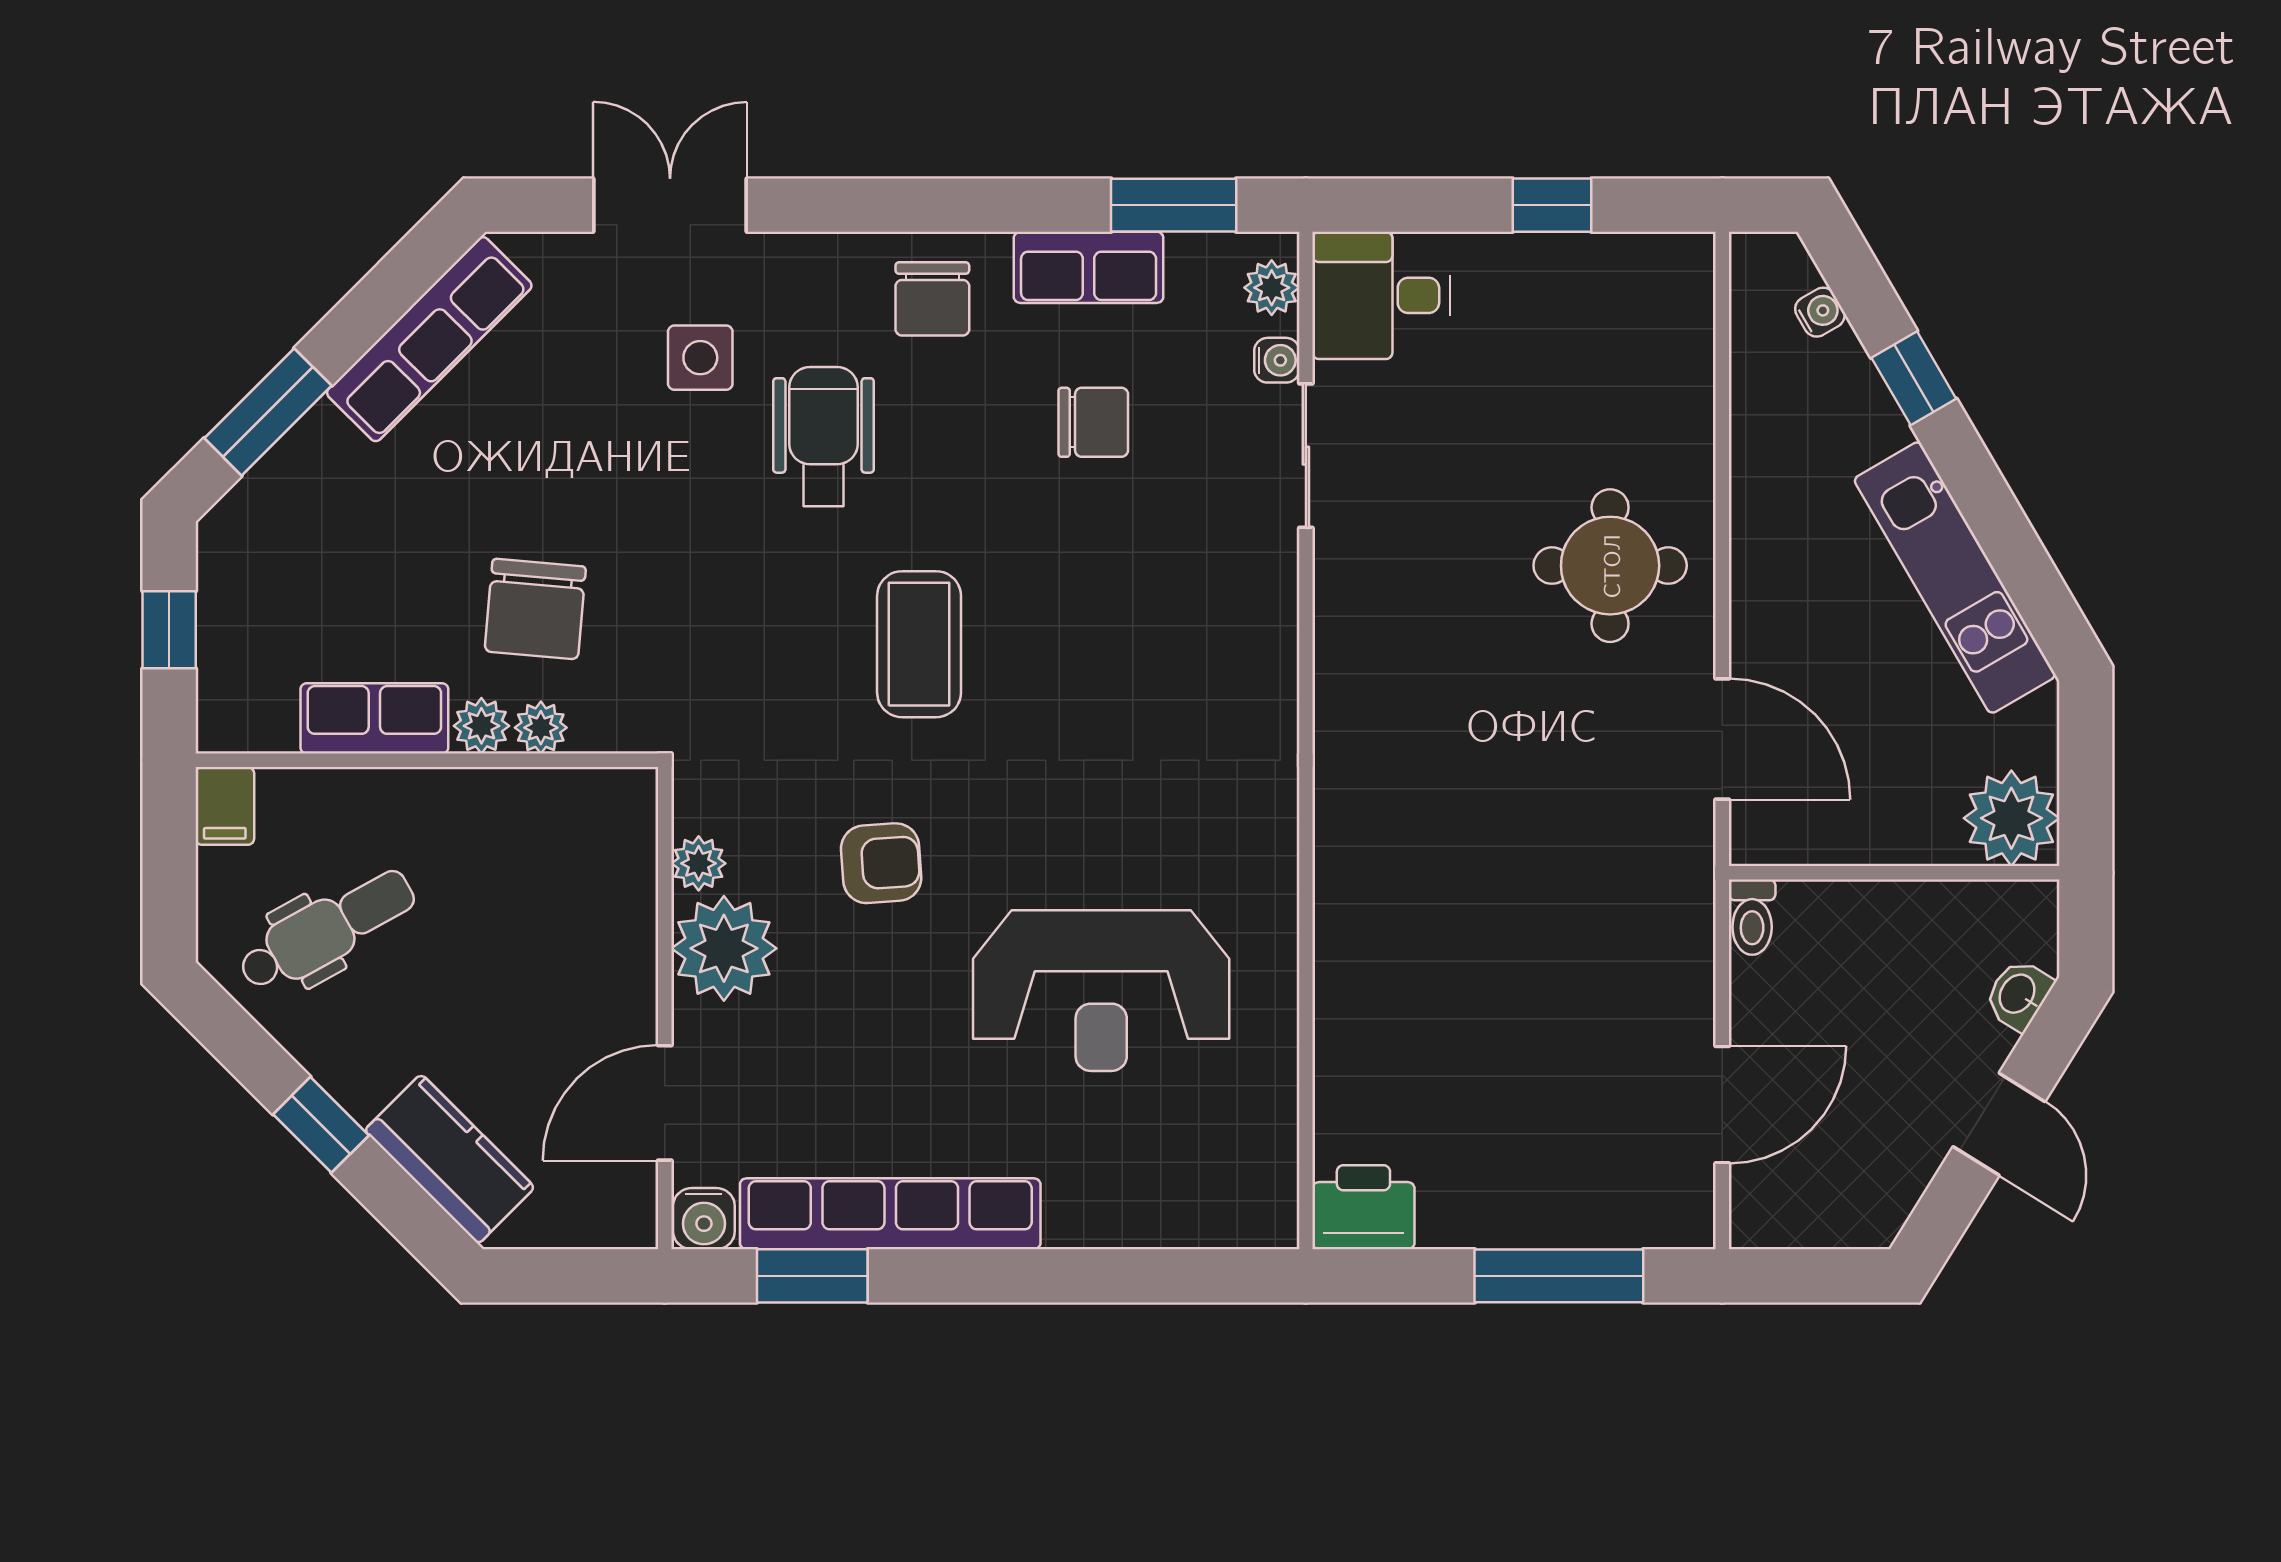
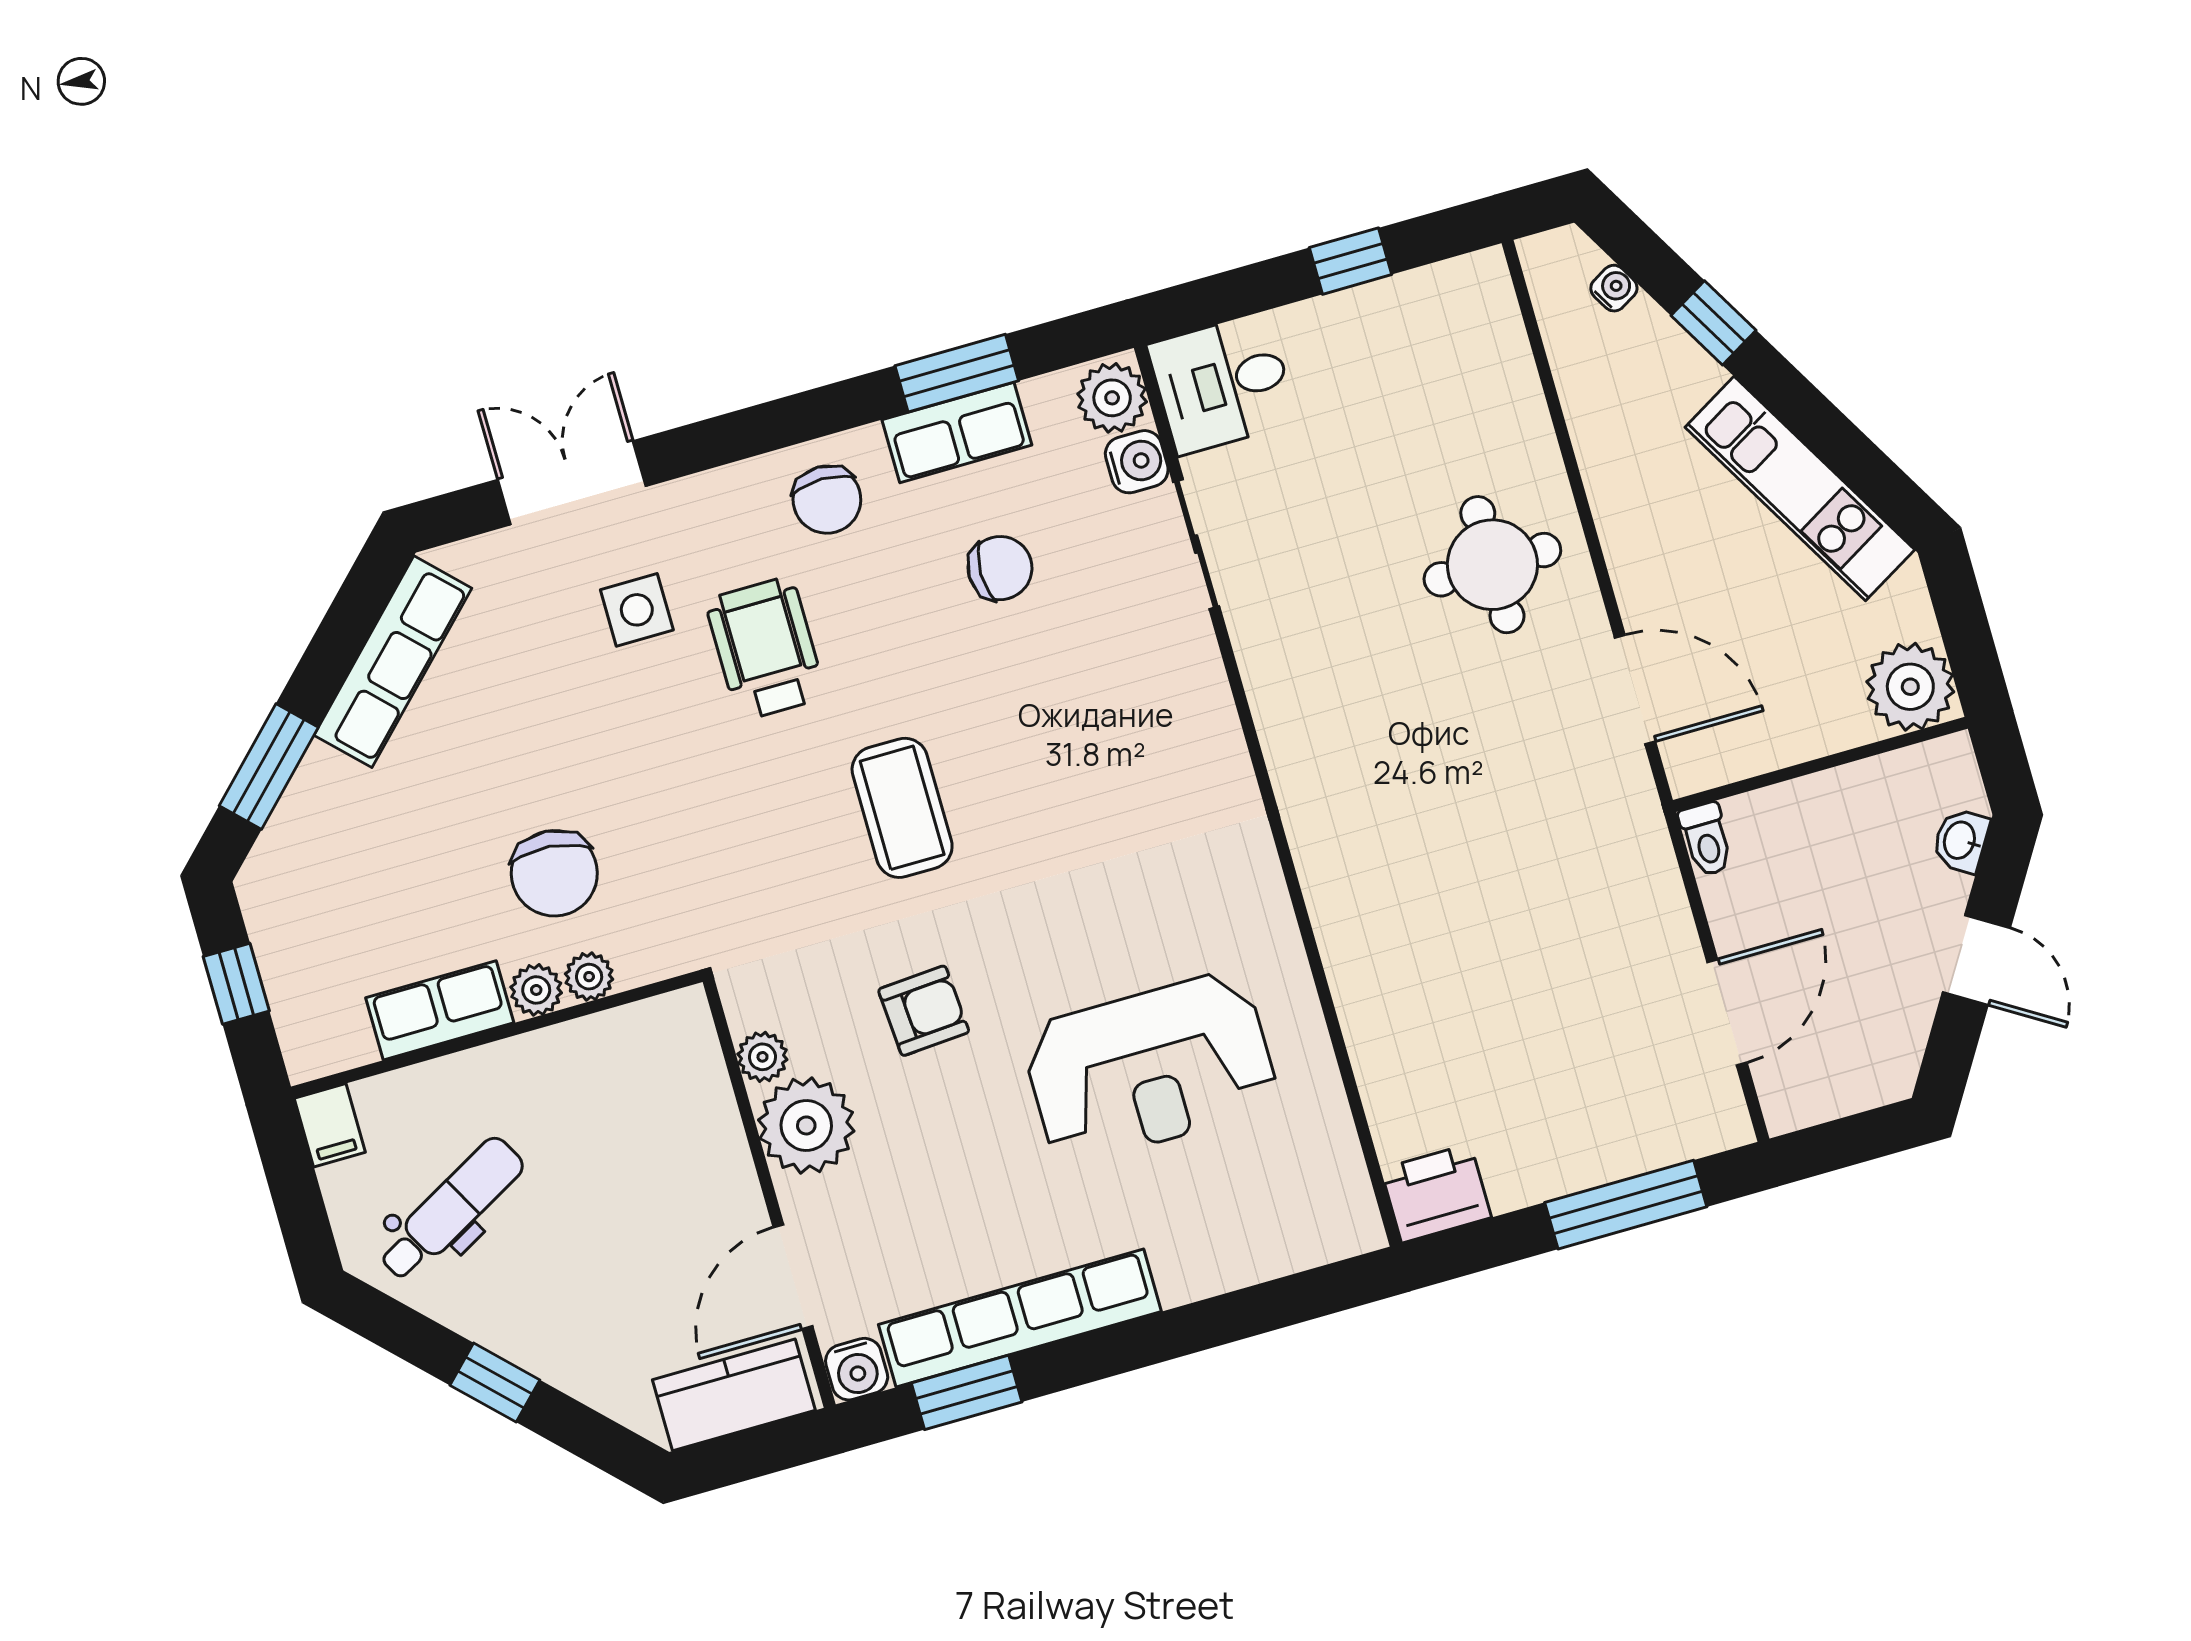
window: (1174, 205) -> (957, 373), moved
plant: (1272, 288) -> (1112, 398), width x1.38, depth x1.38
water cooler: (1277, 360) -> (1137, 462), width x1.38, depth x1.38
kitchen counter: (450, 1159) -> (734, 1395), moved, turned -45

